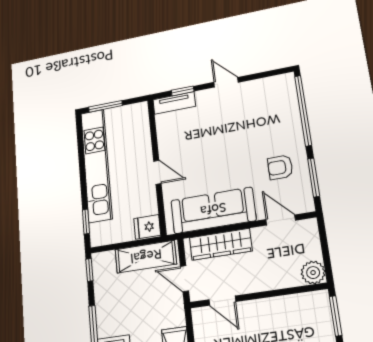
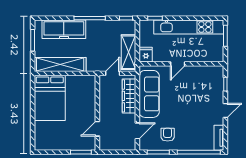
tv unit: (174, 103) -> (219, 138), moved
plant: (313, 273) -> (105, 144), removed
door: (222, 301) -> (97, 129), moved

